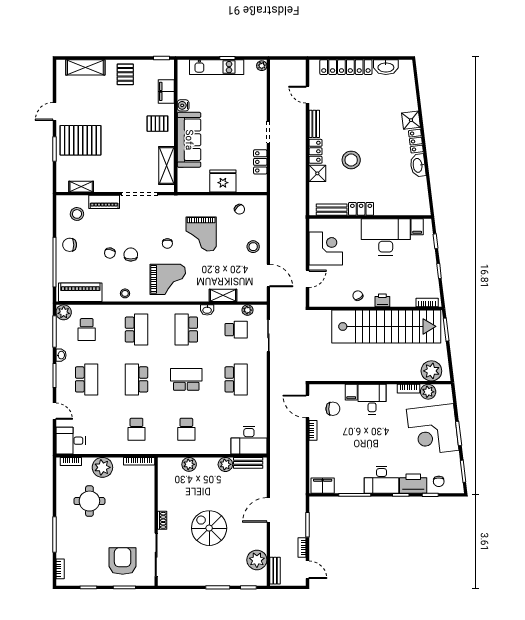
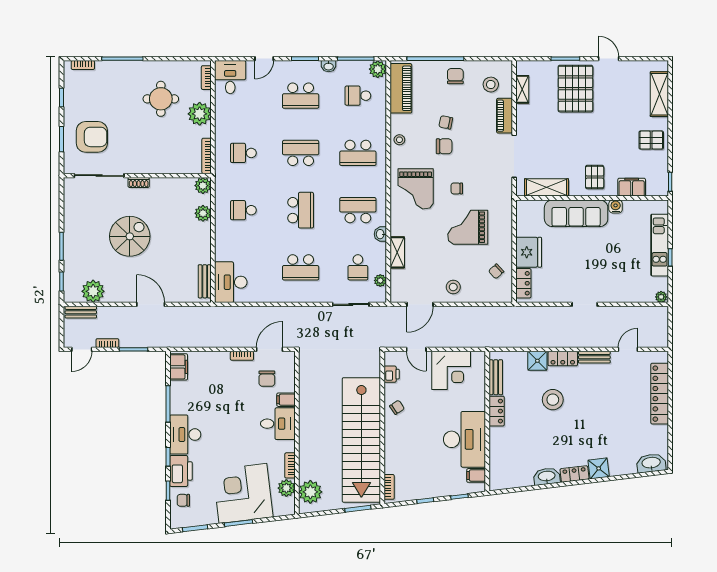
washbasin: (386, 67) -> (651, 463), moved, turned 83
locker: (260, 162) -> (523, 283), moved, turned 90
printer: (382, 300) -> (392, 374), moved
plant: (225, 464) -> (203, 186), moved

